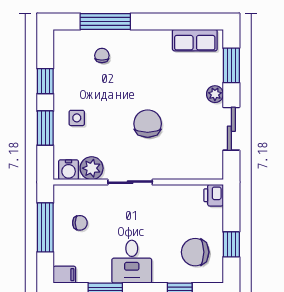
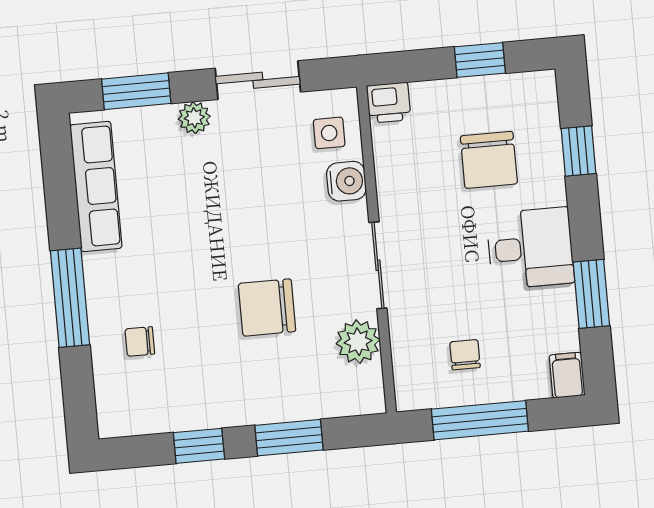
window: (105, 21) -> (70, 298), moved
row of seats: (195, 40) -> (96, 186), width x1.48
side table: (77, 118) -> (329, 133), moved
chair: (148, 124) -> (267, 307), moved
water cooler: (69, 170) -> (346, 181), moved
chair: (195, 252) -> (489, 160), moved

